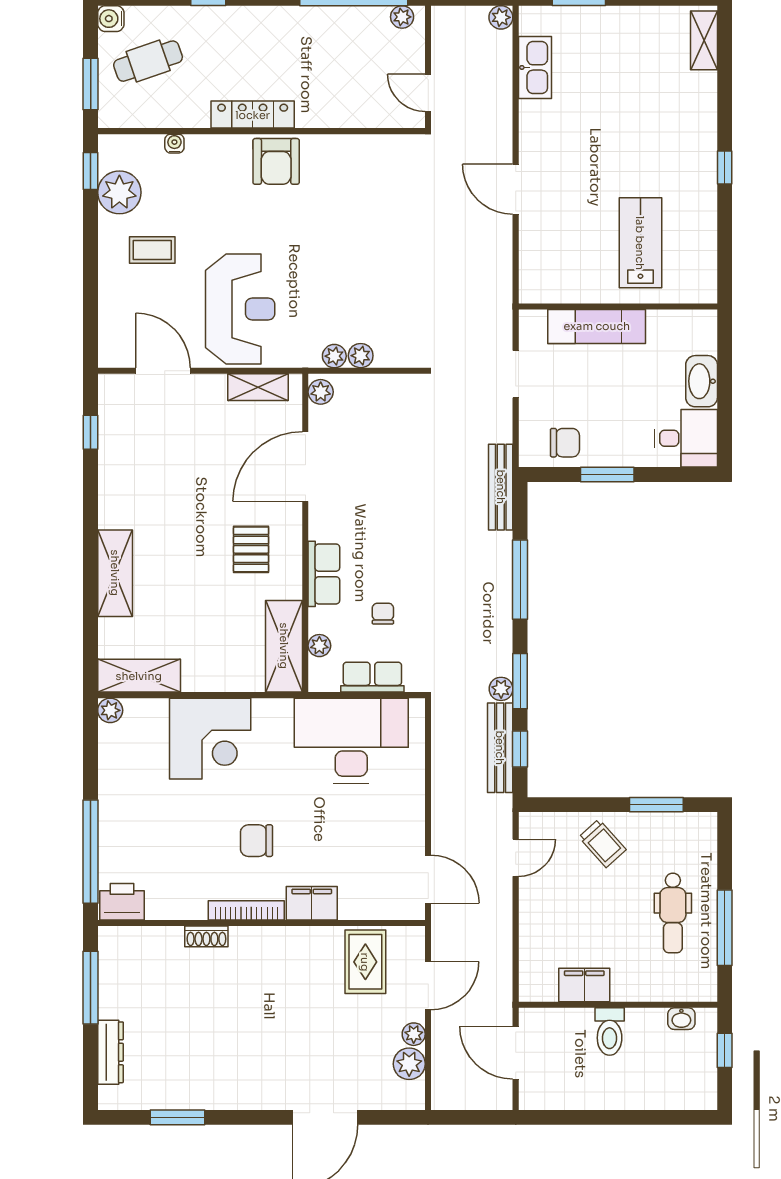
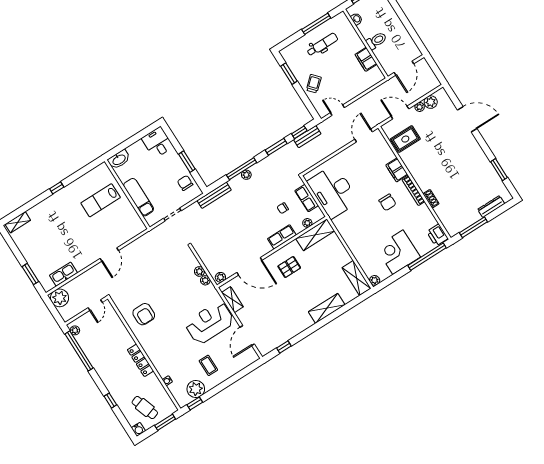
plant: (501, 17) -> (60, 298), width x1.87, depth x1.87
armchair: (276, 161) -> (144, 314), moved, turned 90
washbasin: (702, 381) -> (119, 160), moved
plant: (501, 689) -> (246, 175), moved
corner desk: (210, 739) -> (398, 252), moved, turned -90
bench: (500, 748) -> (307, 137), width x0.73

